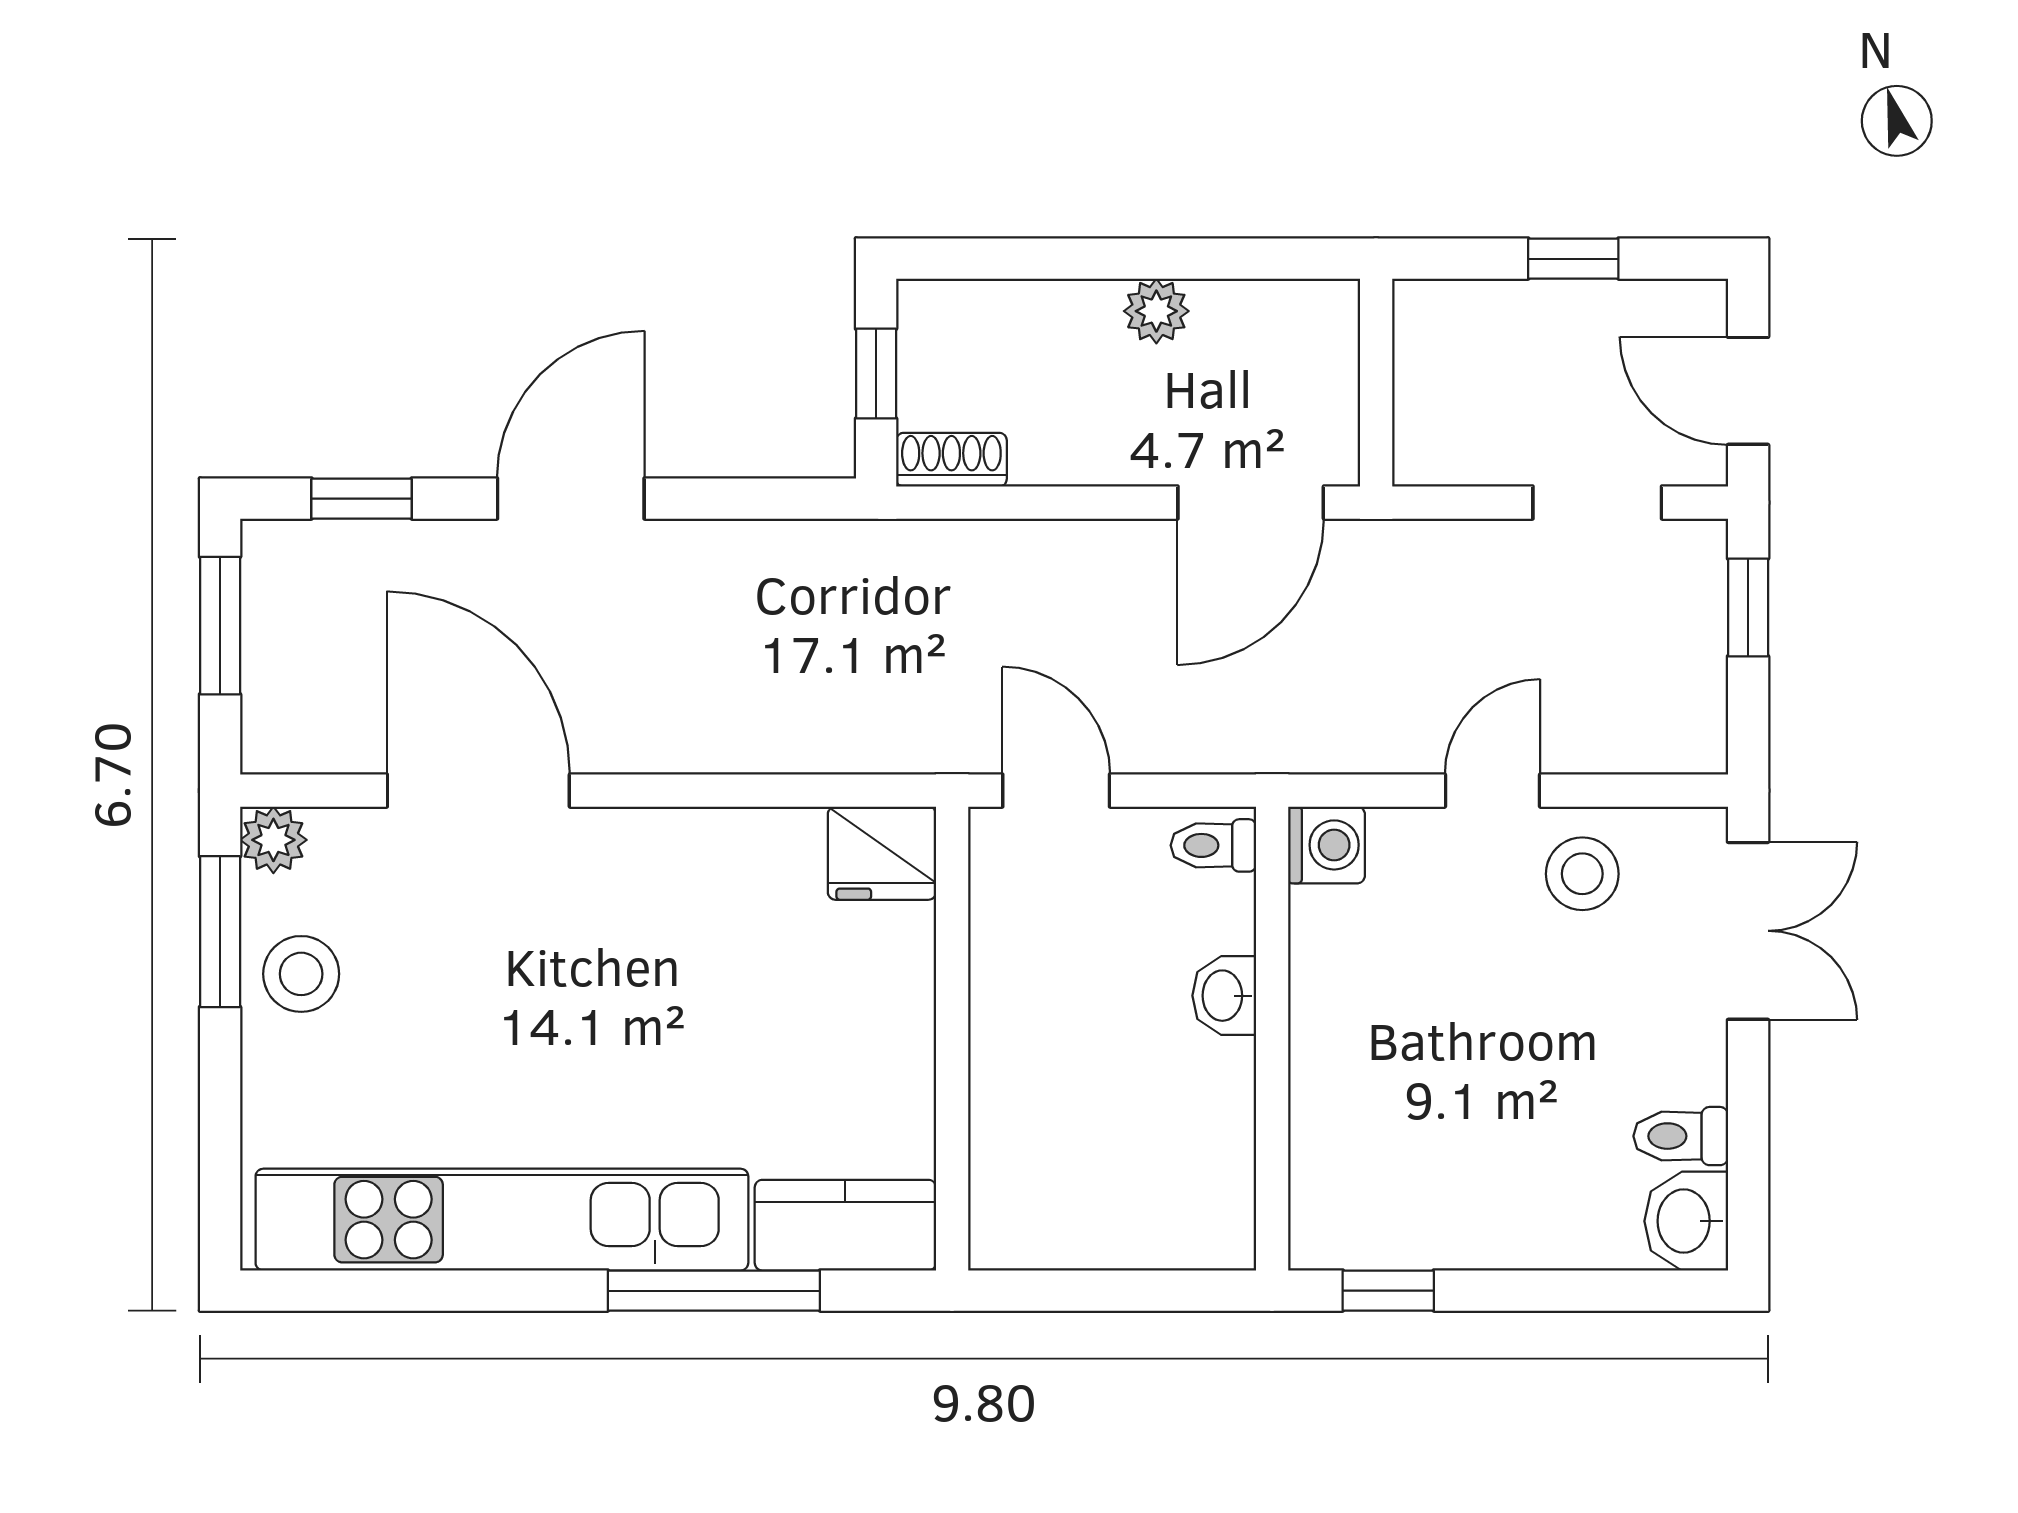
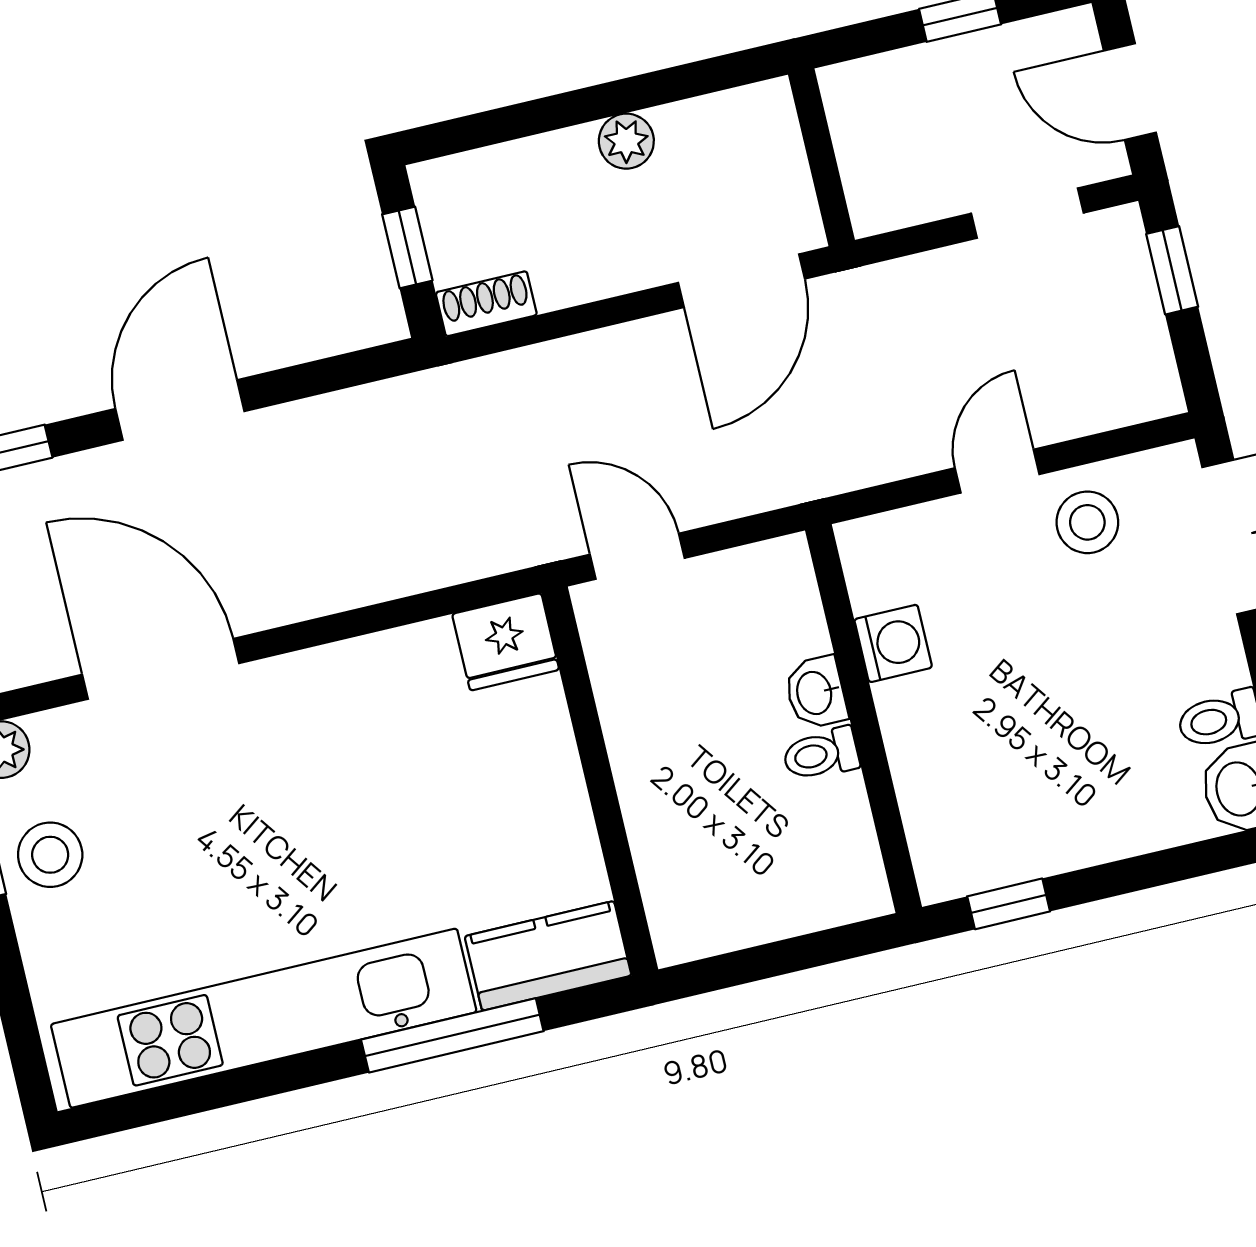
toilet: (1213, 845) -> (821, 754), moved
washing machine: (1326, 845) -> (893, 643), moved

